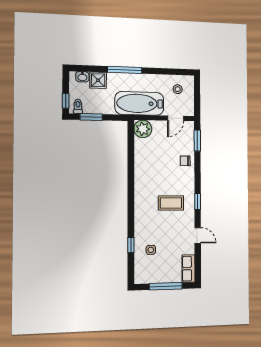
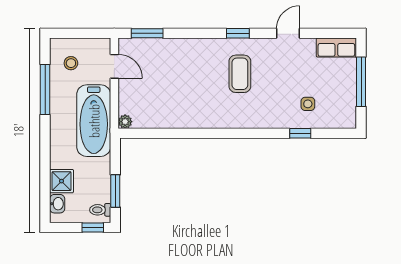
window: (125, 70) -> (45, 90), moved
plant: (143, 129) -> (125, 122), width x0.53, depth x0.53
chair: (185, 161) -> (177, 52), removed

